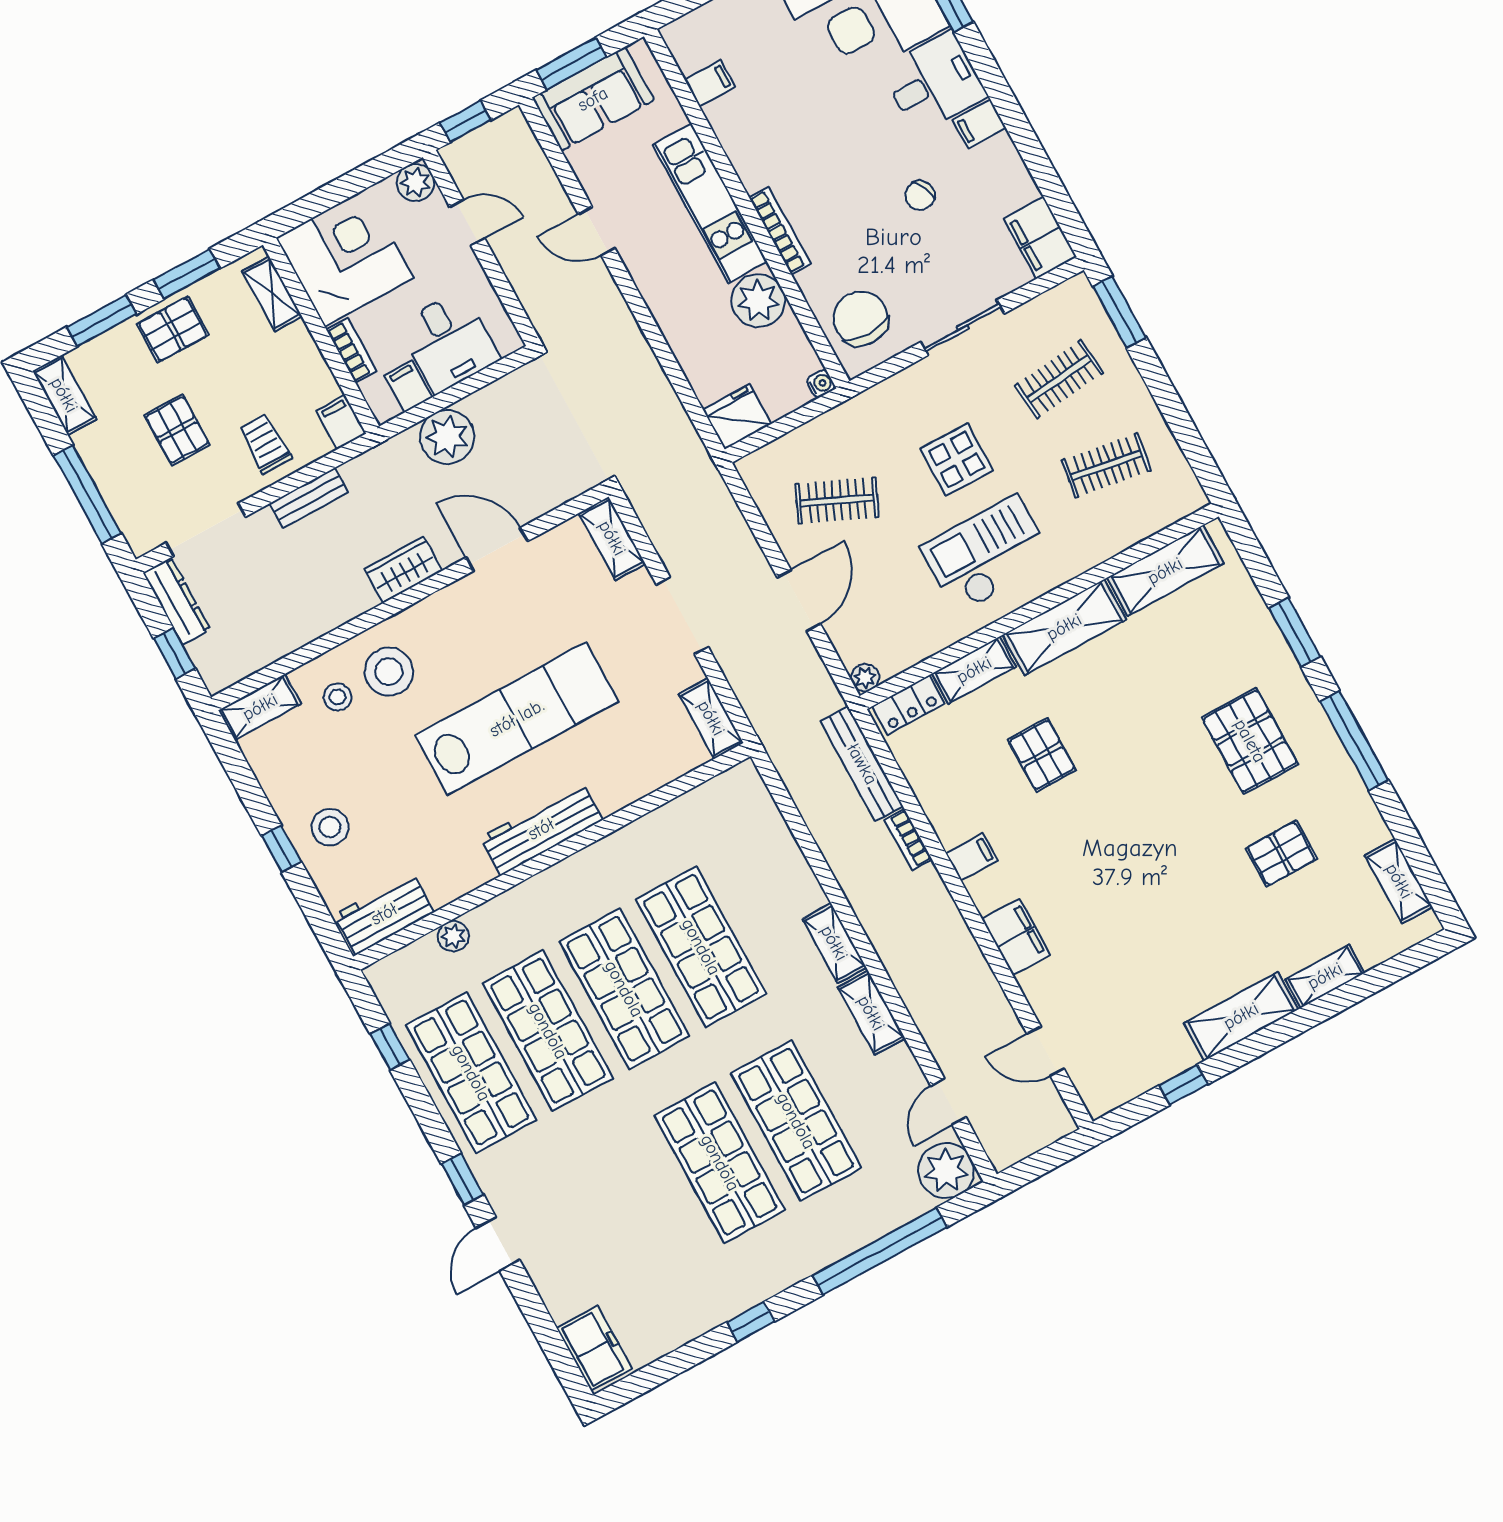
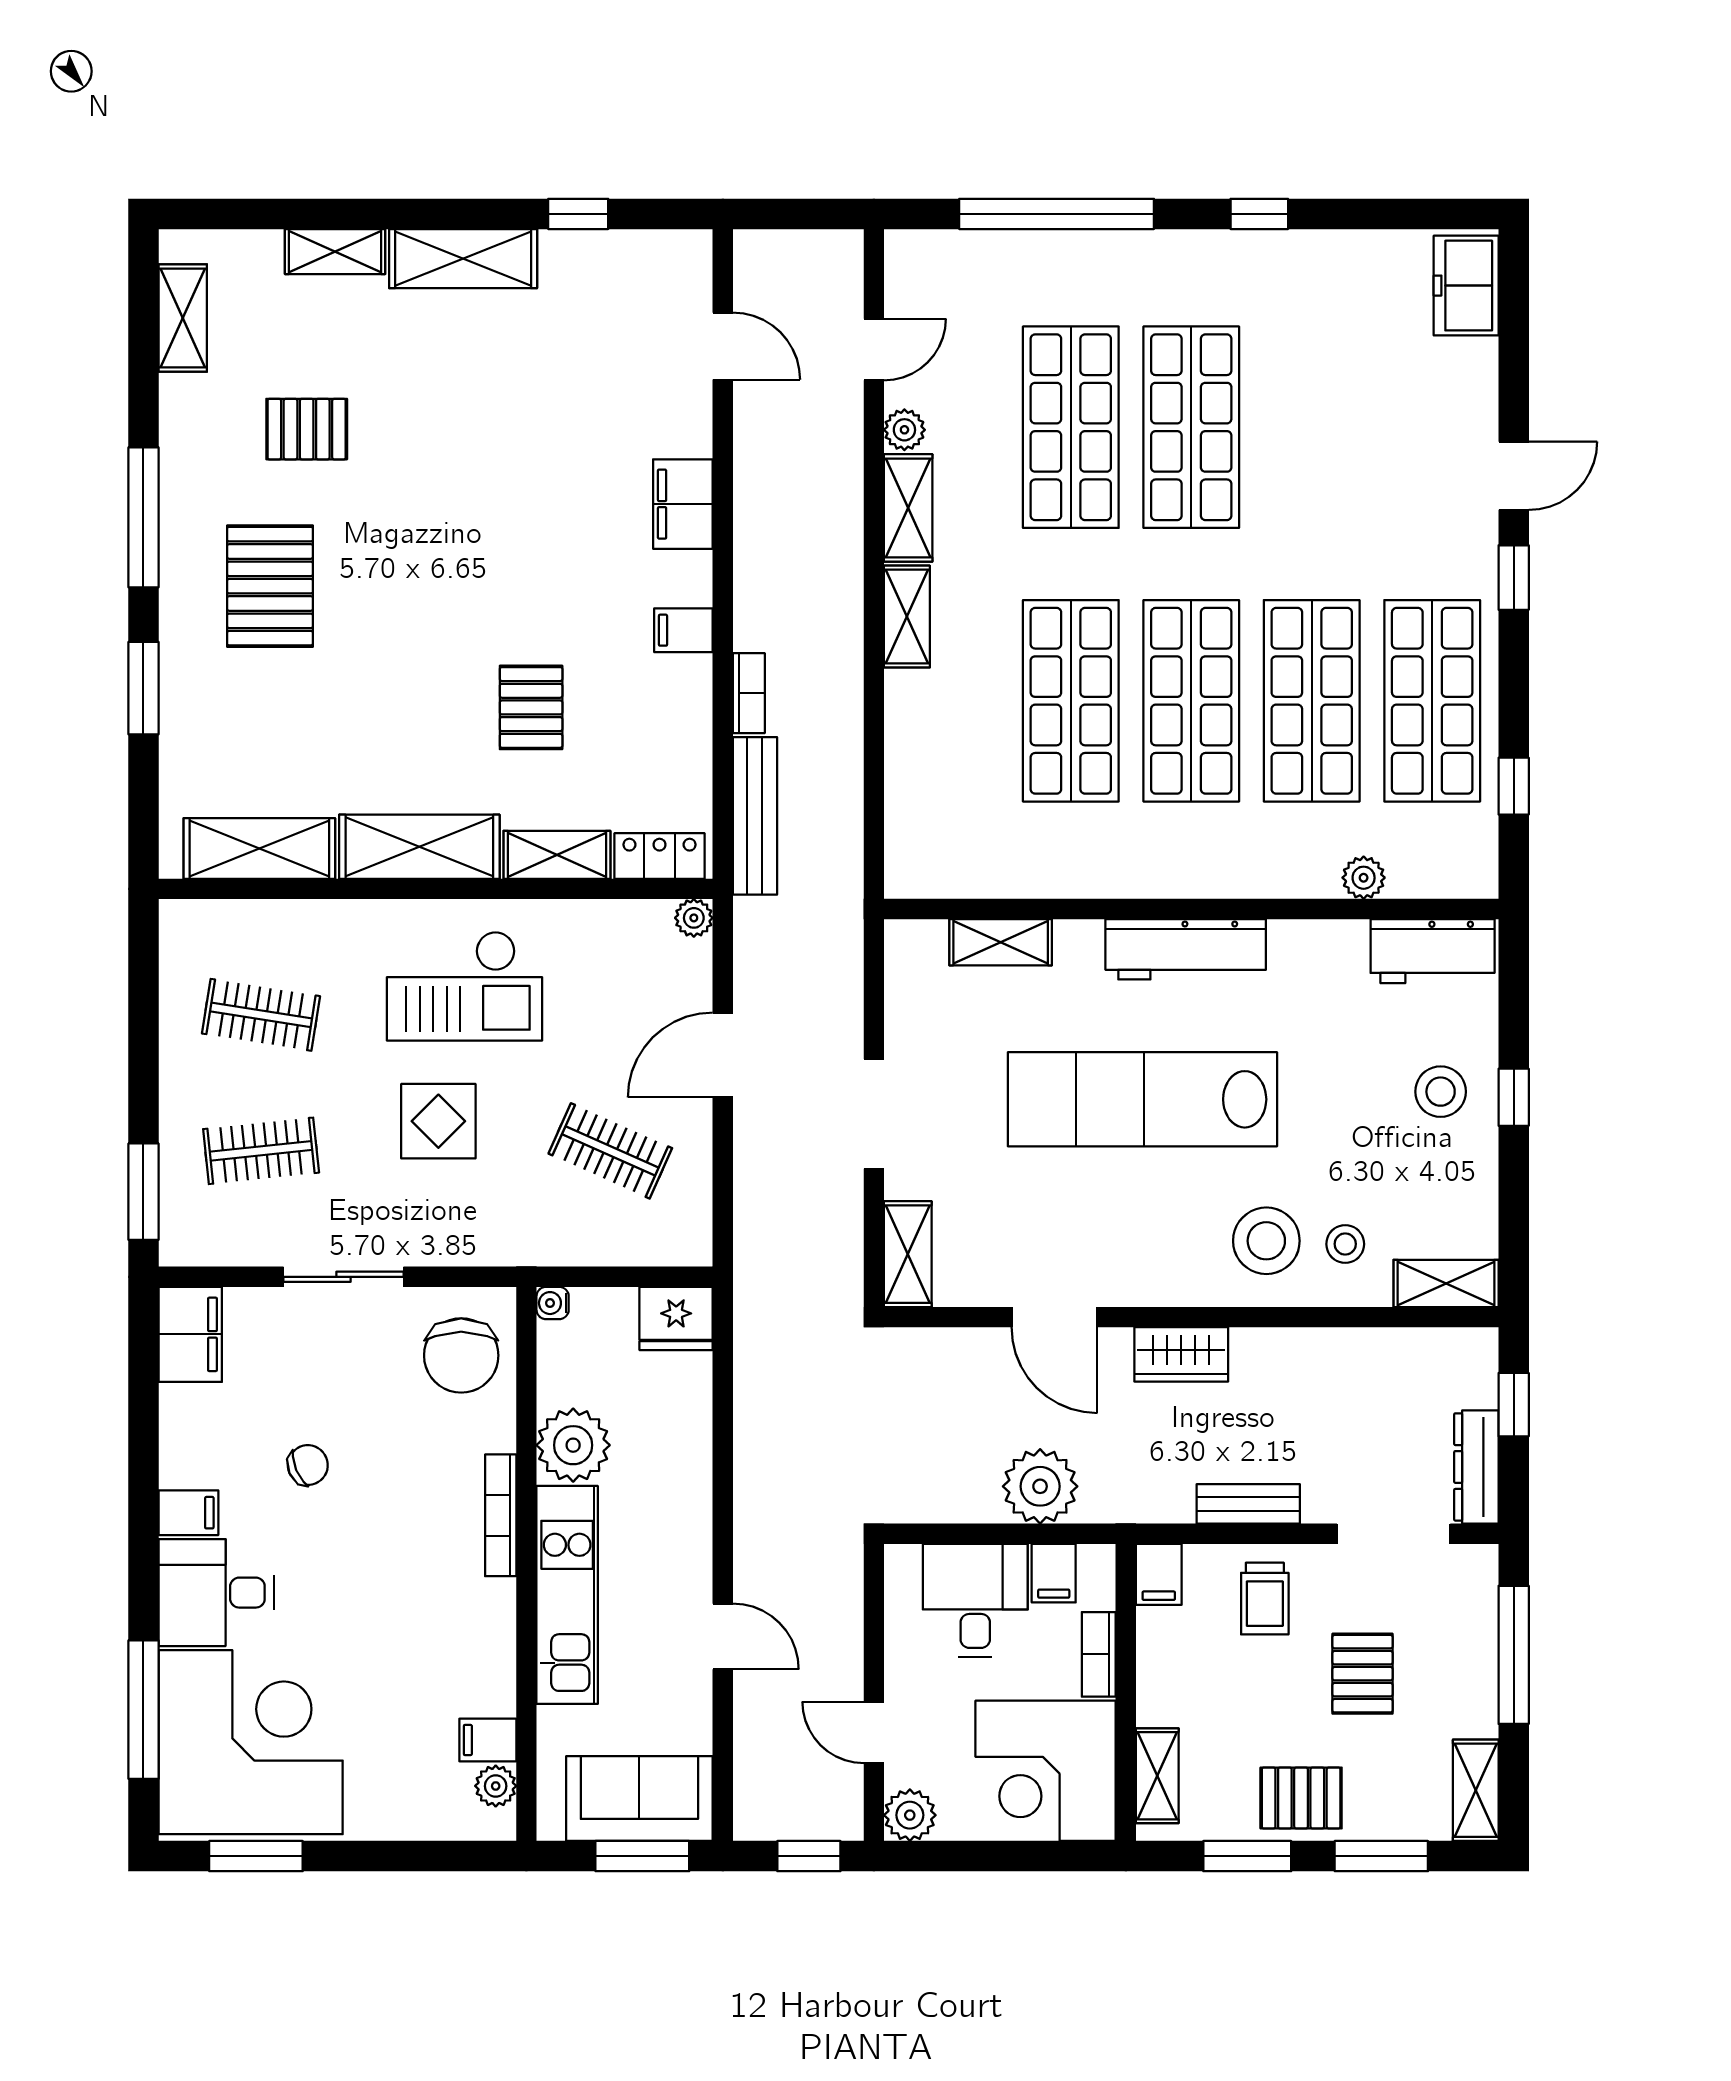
plant: (689, 57) -> (496, 1786), added
shelving: (711, 718) -> (1001, 942), moved, turned 90
plant: (946, 1171) -> (904, 430), moved, width x0.53, depth x0.53

